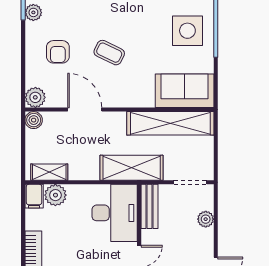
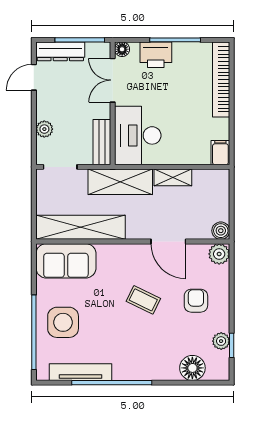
shelving: (49, 172) -> (173, 177), moved
plant: (55, 195) -> (198, 154), removed

